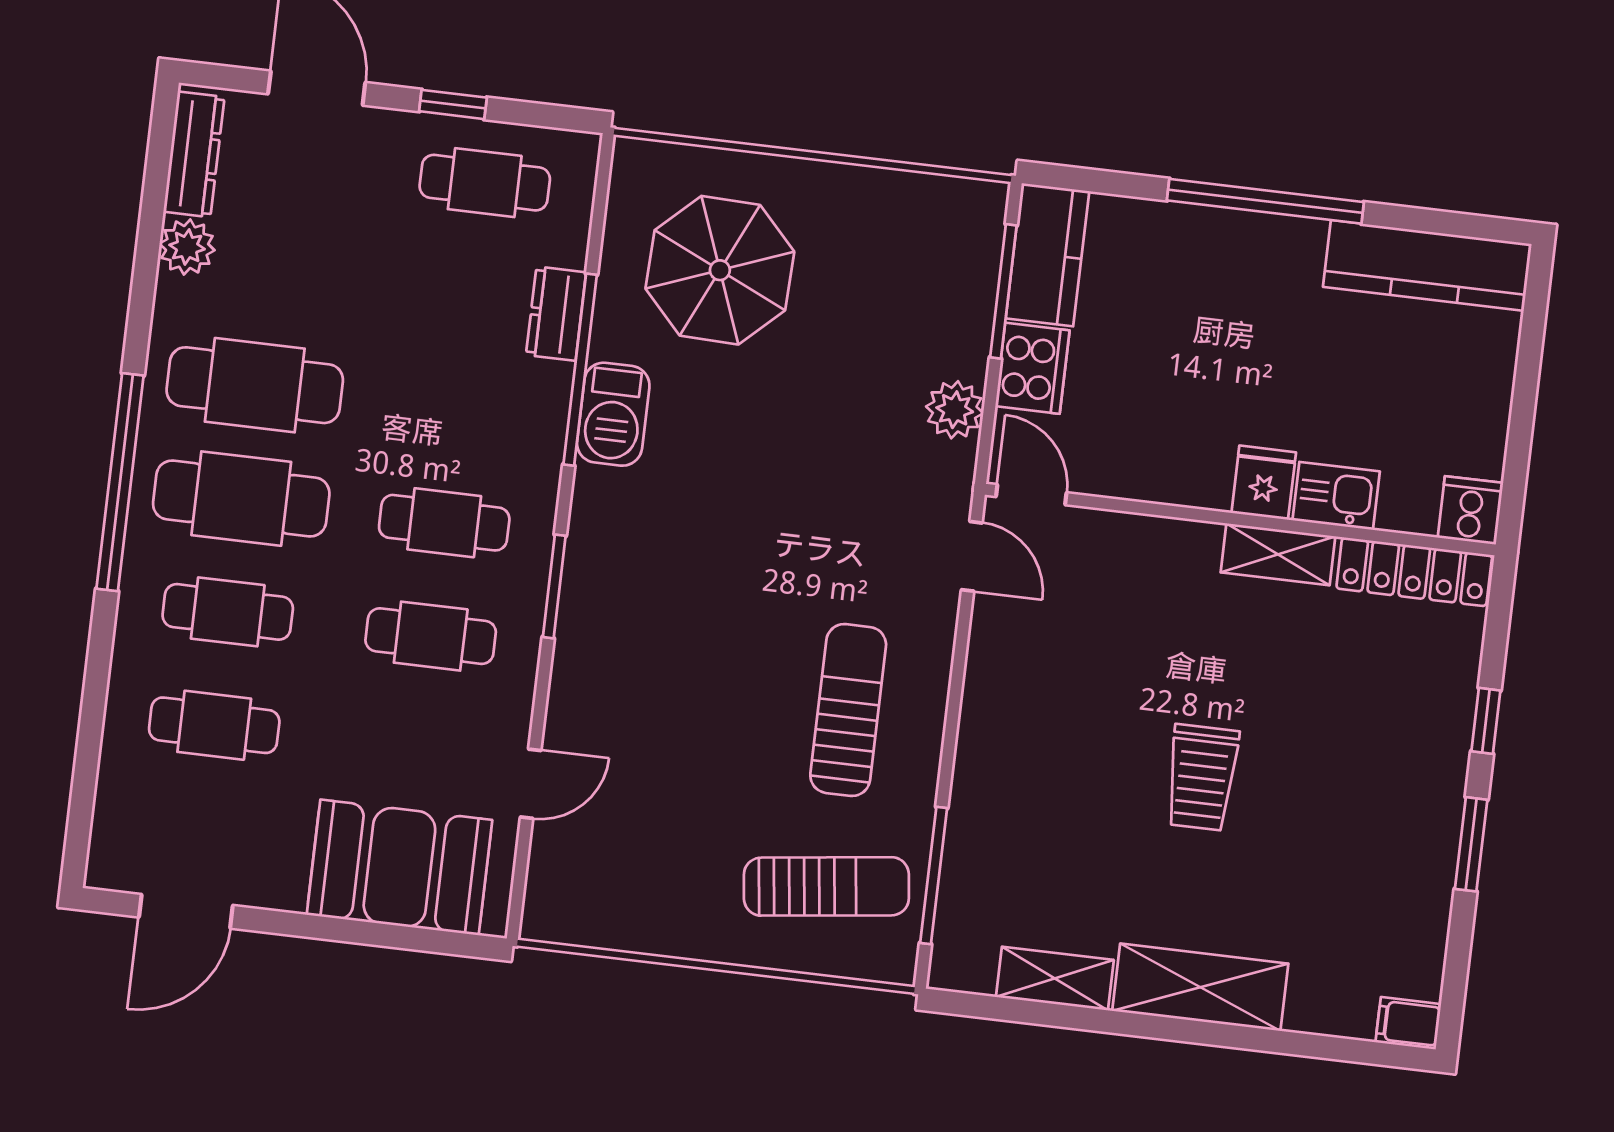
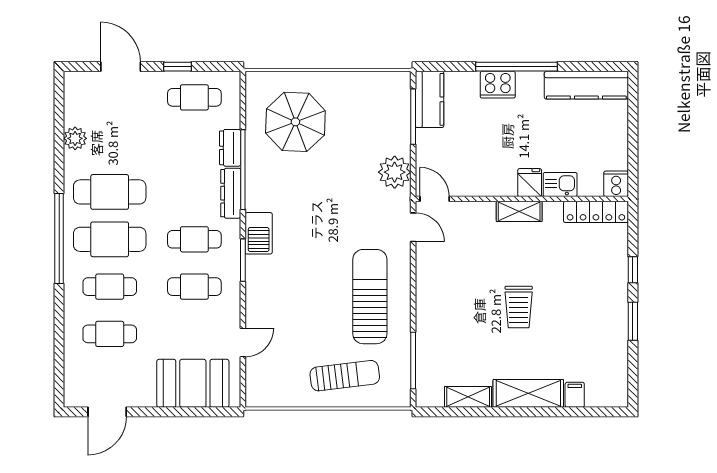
dresser: (194, 154) -> (231, 193), moved, turned 180
cooker: (1032, 368) -> (498, 85), moved, turned 90
plant: (955, 410) -> (395, 172), width x1.36, depth x1.36
barbecue: (613, 414) -> (259, 233), moved
shelving: (1278, 554) -> (519, 211), moved
sun lounger: (848, 710) -> (370, 297), width x1.36, depth x1.34
sun lounger: (826, 886) -> (345, 376), moved
filing cabinet: (1408, 1023) -> (575, 395), moved, turned 90

